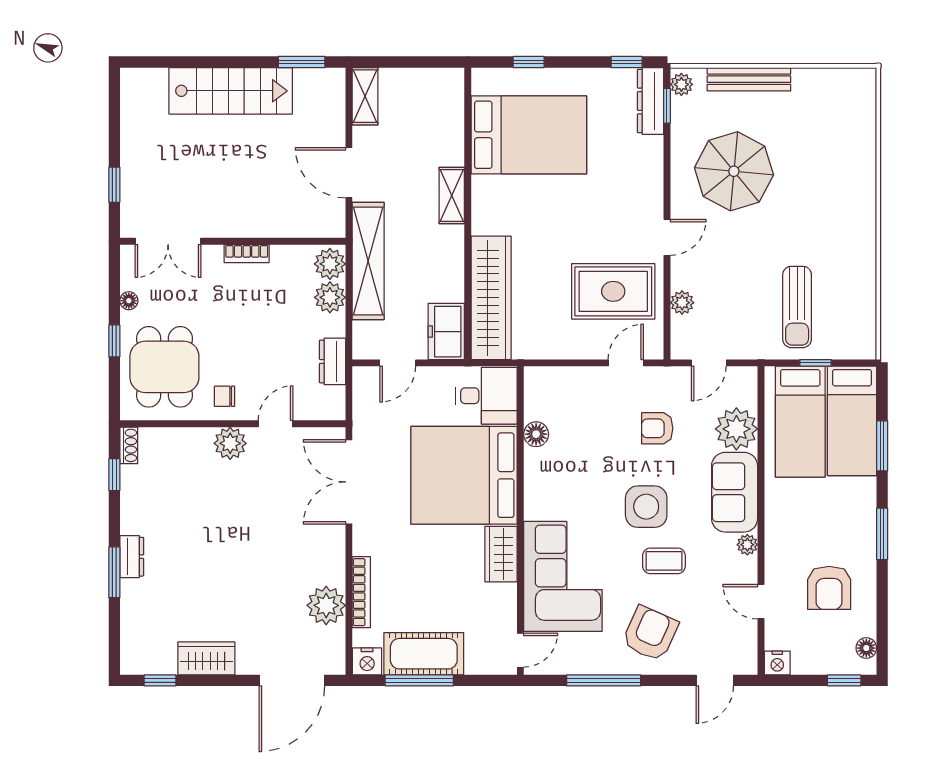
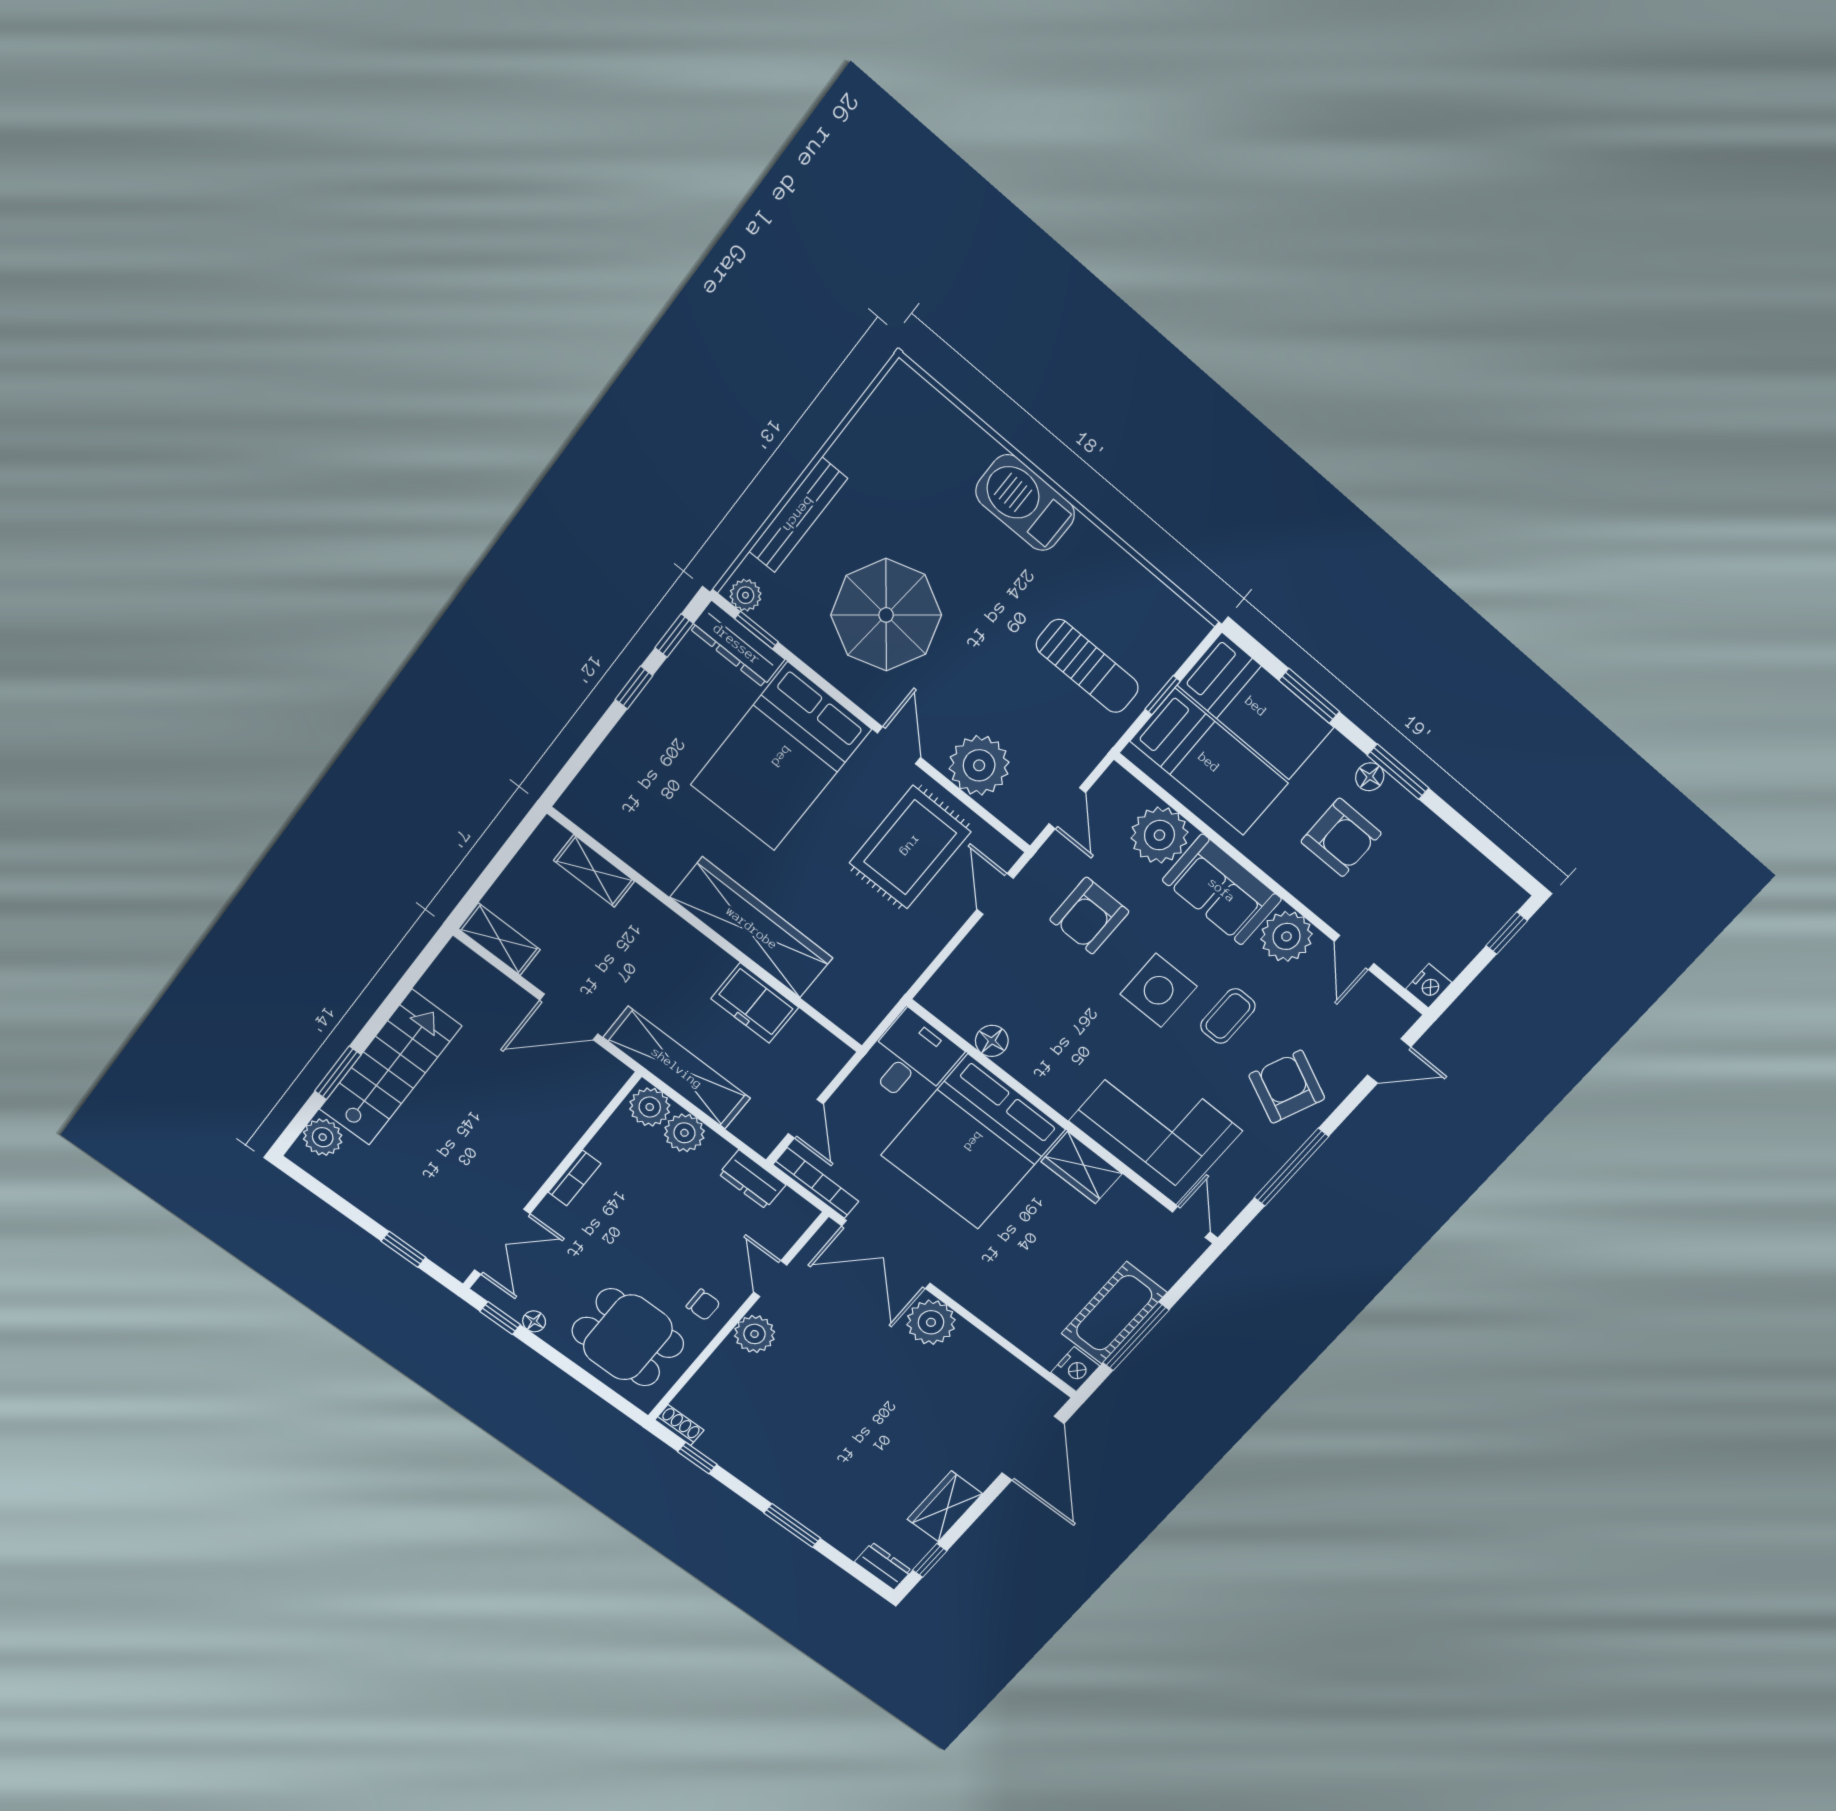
window: (302, 62) -> (338, 1073), moved
window: (529, 62) -> (634, 688), moved
plant: (152, 83) -> (323, 1137), added
bed: (529, 135) -> (781, 757), moved, turned 180
shelving: (452, 195) -> (594, 871), moved
barbecue: (856, 199) -> (1025, 503), added
wardrobe: (491, 298) -> (752, 928), moved
plant: (682, 303) -> (979, 765), width x1.87, depth x1.87
freezer: (446, 332) -> (755, 1003), moved
window: (114, 341) -> (500, 1318), moved
chair: (225, 396) -> (703, 1305), turned -90
armchair: (657, 428) -> (1089, 916), width x1.38, depth x1.38
plant: (747, 545) -> (1287, 936), width x1.87, depth x1.87
dresser: (132, 557) -> (883, 1566), moved
armchair: (829, 588) -> (1341, 837), moved
bookcase: (361, 592) -> (816, 1183), moved
door: (761, 602) -> (1354, 953), hinge flipped
plant: (326, 605) -> (931, 1322), moved
floor lamp: (866, 648) -> (1370, 777), moved
door: (715, 680) -> (1389, 1061), hinge flipped

